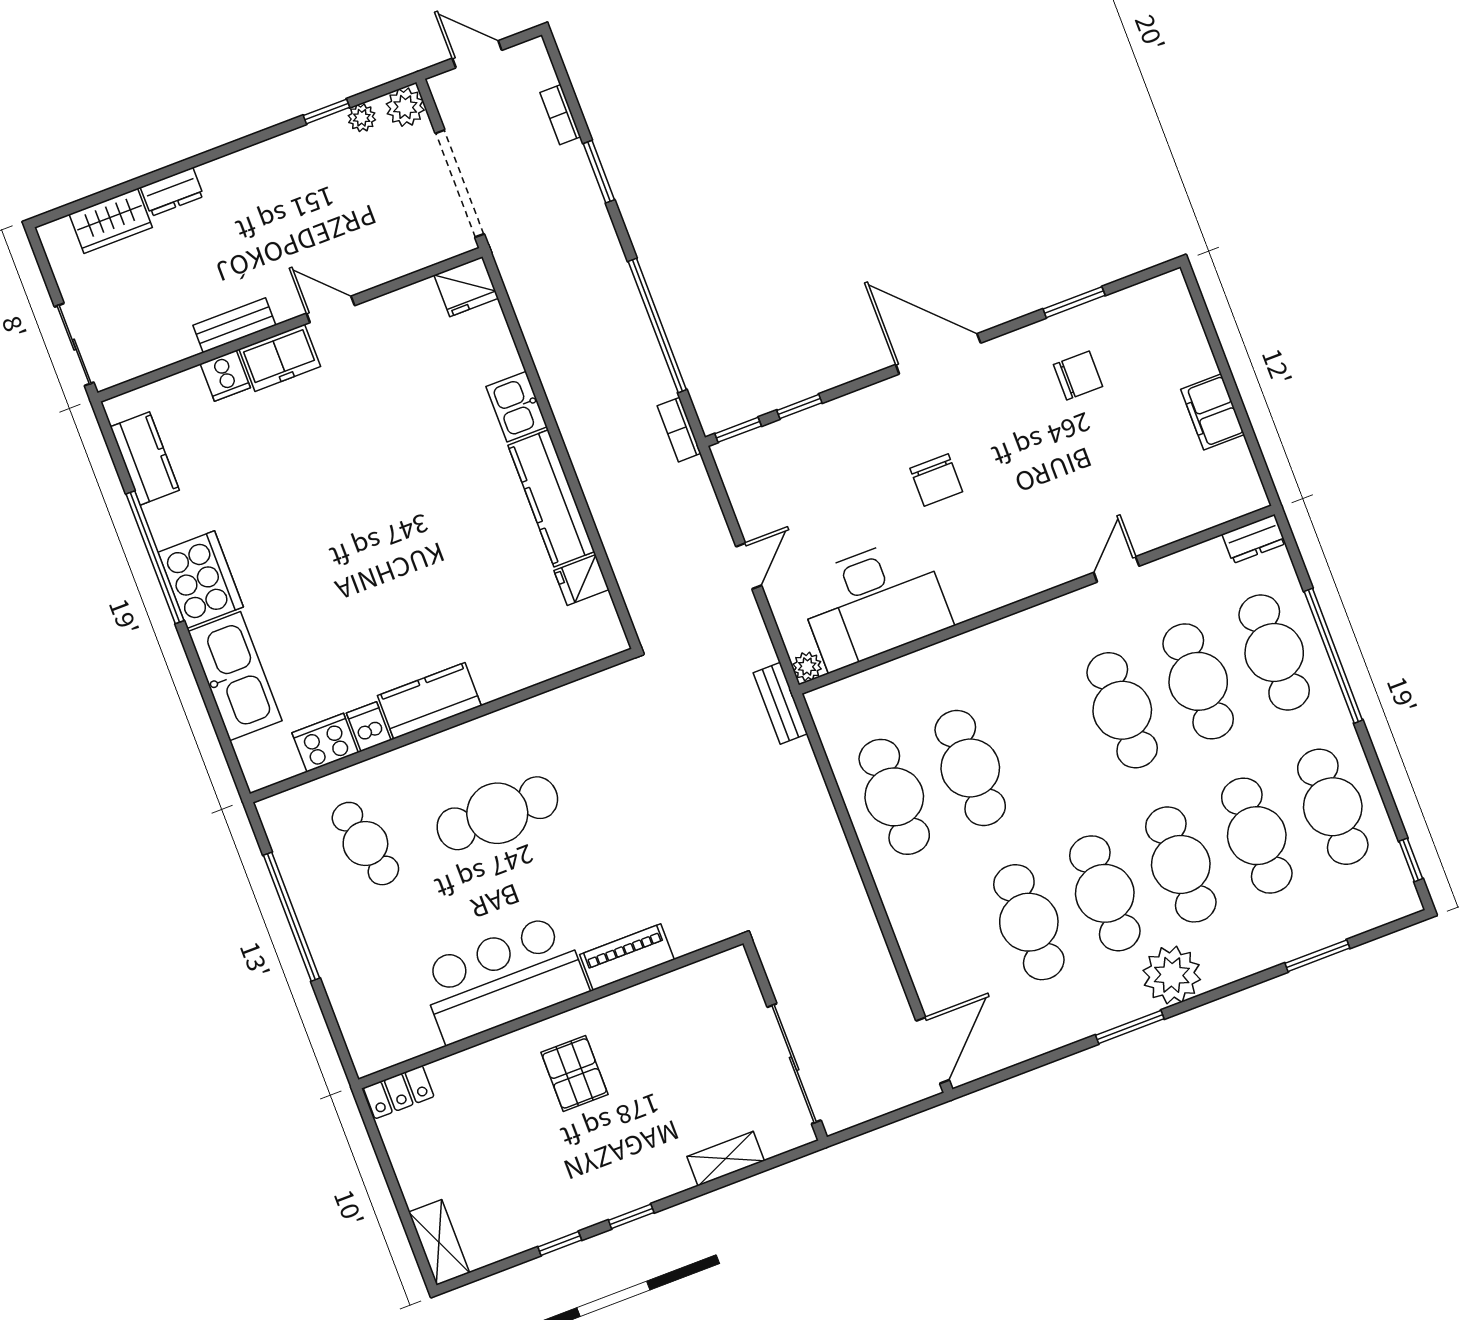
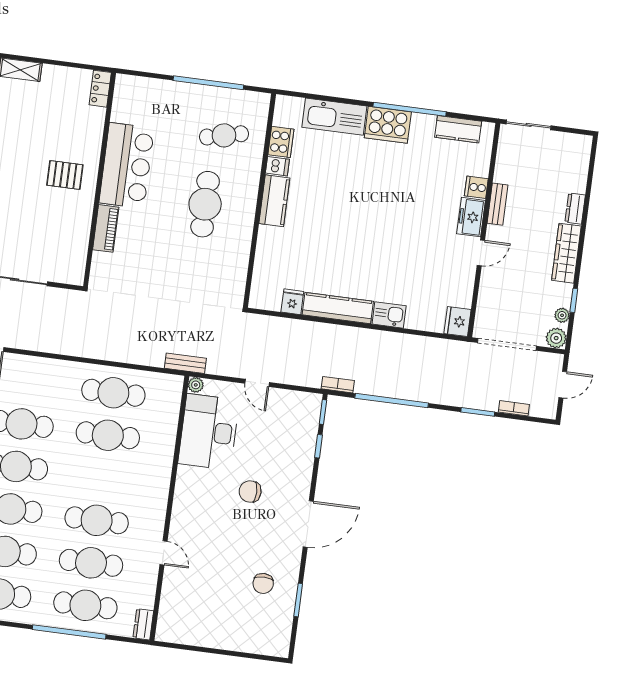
wardrobe: (111, 221) -> (566, 253), moved, width x1.50
filing cabinet: (1213, 412) -> (213, 637), removed

